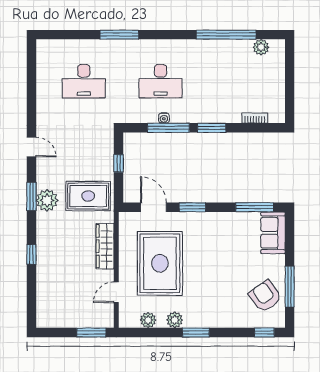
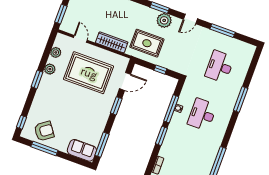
window: (31, 96) -> (223, 31), added
rug: (88, 196) -> (147, 43), turned 90
plant: (47, 200) -> (164, 20), moved

